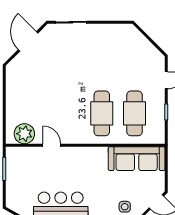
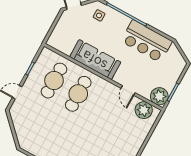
plant: (16, 157) -> (159, 96), added
sofa: (137, 159) -> (95, 60), moved

